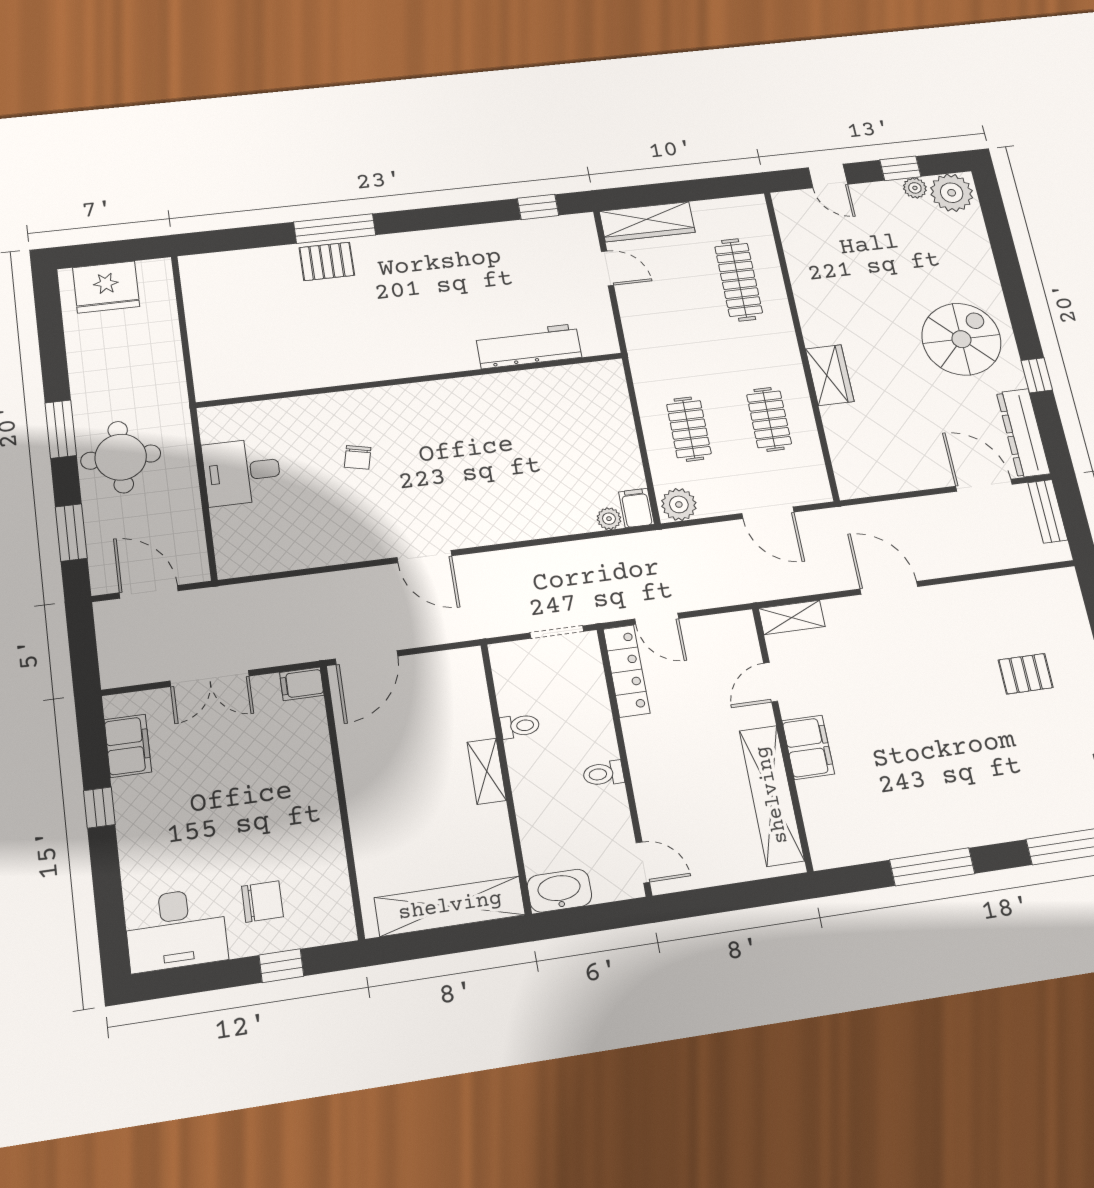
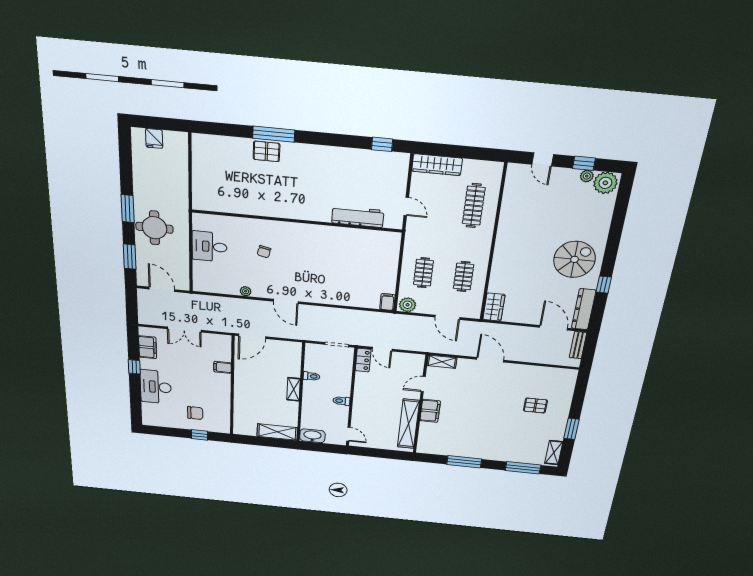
door: (607, 268) -> (406, 206), moved
fridge: (106, 287) -> (154, 139), width x0.53, depth x0.75
wardrobe: (830, 375) -> (494, 307), moved
plant: (609, 519) -> (246, 291), moved
locker: (627, 671) -> (363, 360), width x0.66
filing cabinet: (302, 684) -> (223, 367), moved
shelving: (450, 906) -> (277, 432), width x0.68
desk: (176, 930) -> (156, 387), moved, turned 90

